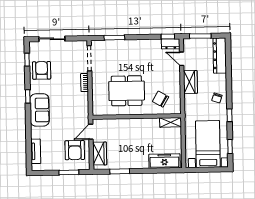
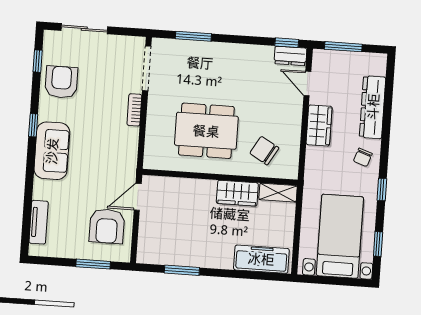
dresser: (220, 56) -> (373, 107), moved
wardrobe: (100, 154) -> (237, 193), moved, turned 90

